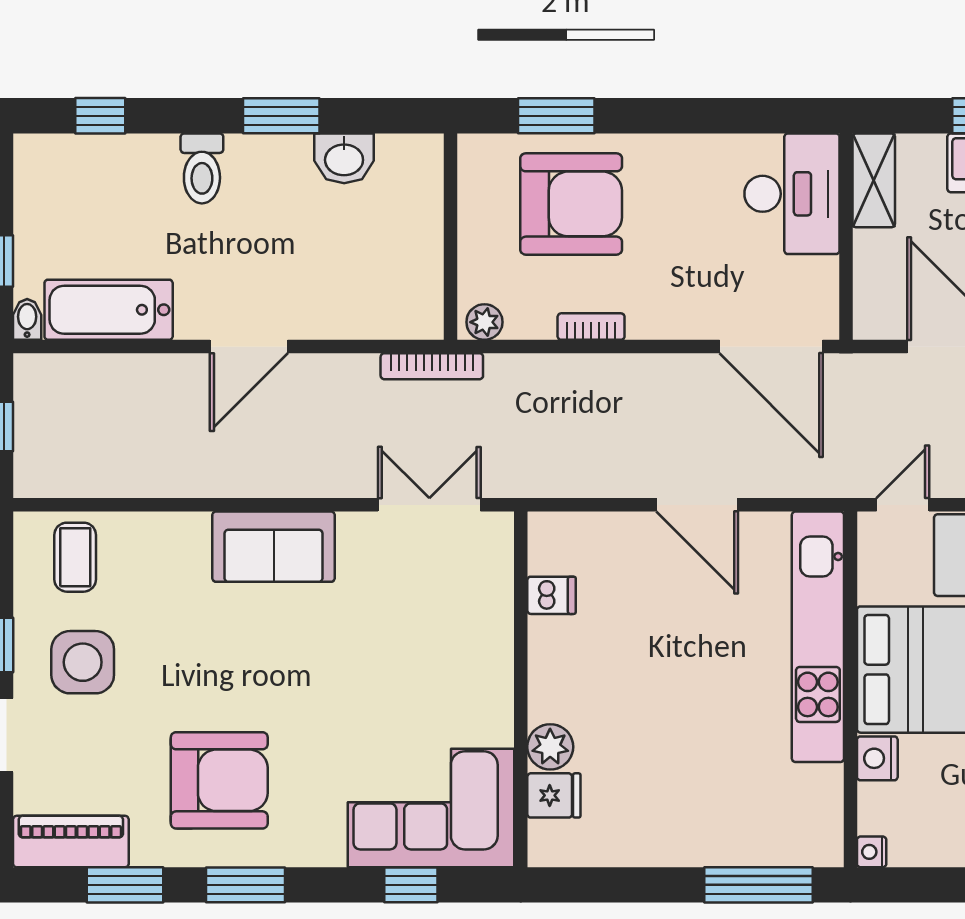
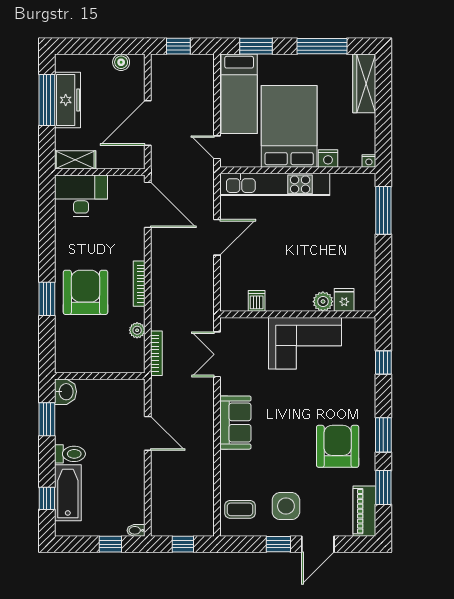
wall: (450, 237) -> (100, 376), moved
bathtub: (109, 310) -> (68, 493), moved, turned 180
bookcase: (591, 327) -> (139, 284), width x1.56
door: (771, 347) -> (148, 205), hinge flipped
corner sofa: (431, 808) -> (305, 343), moved, turned -90

